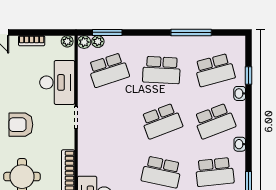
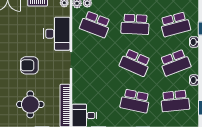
school desk: (108, 70) -> (95, 24), turned 39
school desk: (162, 121) -> (135, 63), turned 45

